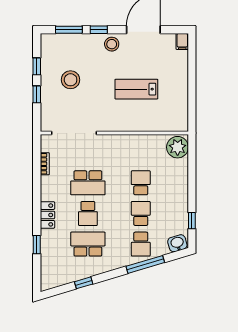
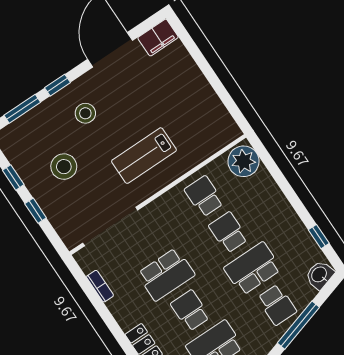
filing cabinet: (182, 41) -> (158, 38), width x2.00
stool: (112, 44) -> (85, 113), moved
lab bench: (136, 89) -> (144, 156), moved
school desk: (141, 152) -> (204, 196), added
school desk: (88, 213) -> (190, 310), turned 180
school desk: (141, 213) -> (253, 269), width x1.85

